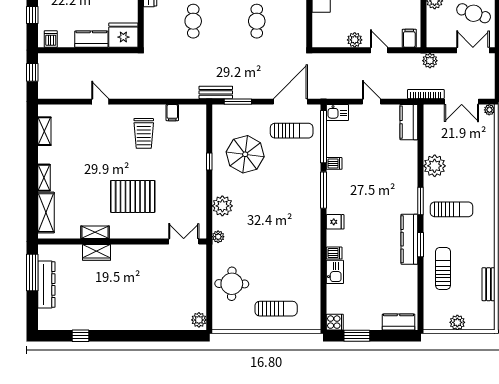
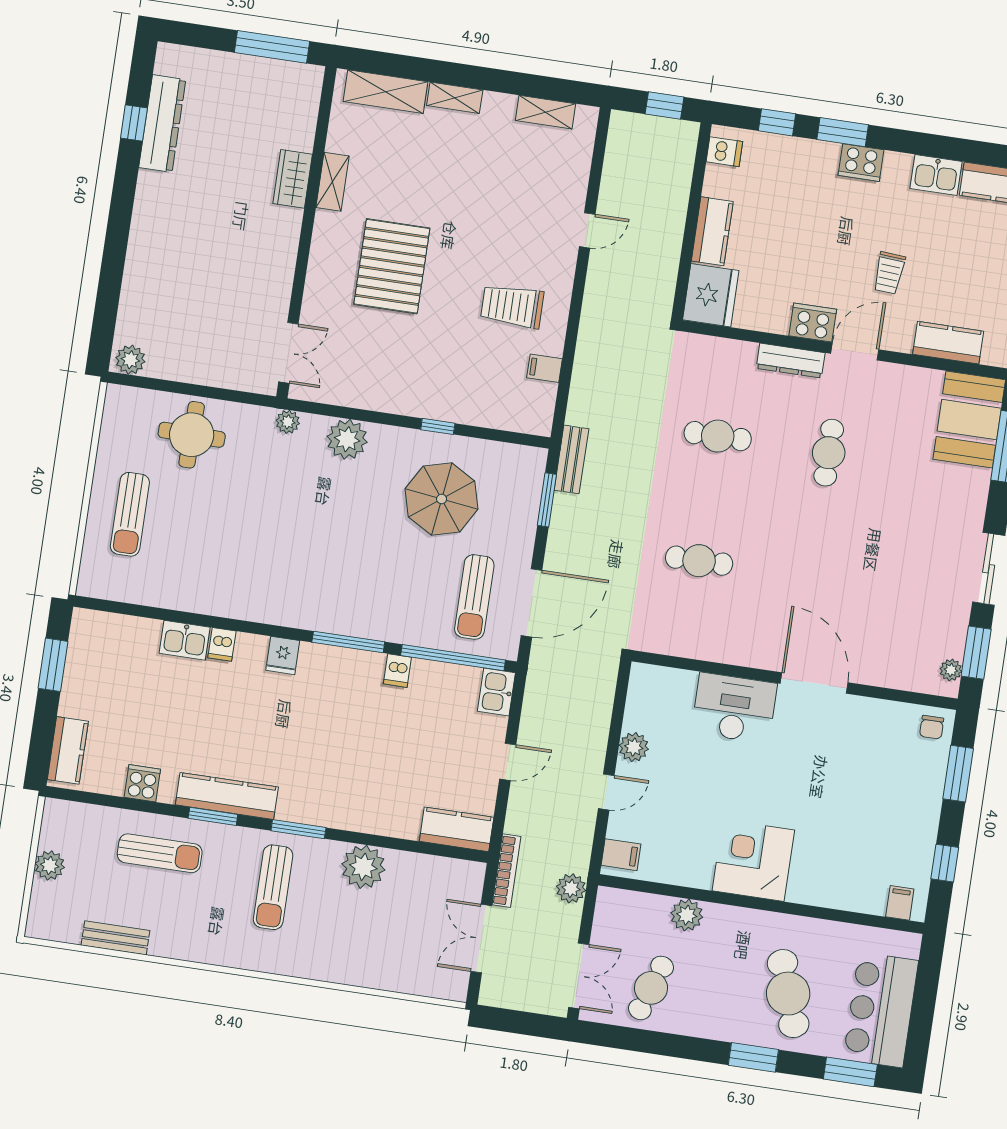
door: (290, 102) -> (532, 603), hinge flipped
plant: (489, 110) -> (457, 991), removed
dresser: (46, 285) -> (162, 123), moved, turned -90
cooker: (335, 322) -> (142, 783), moved, turned 180

